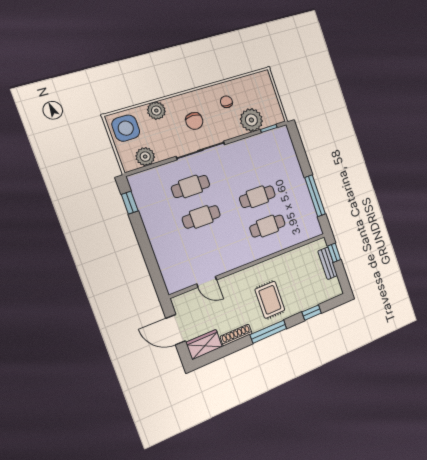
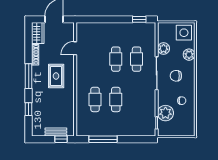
plant: (145, 157) -> (164, 48), moved
rug: (270, 300) -> (56, 76), moved, turned 90

